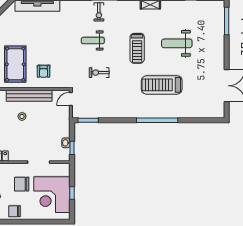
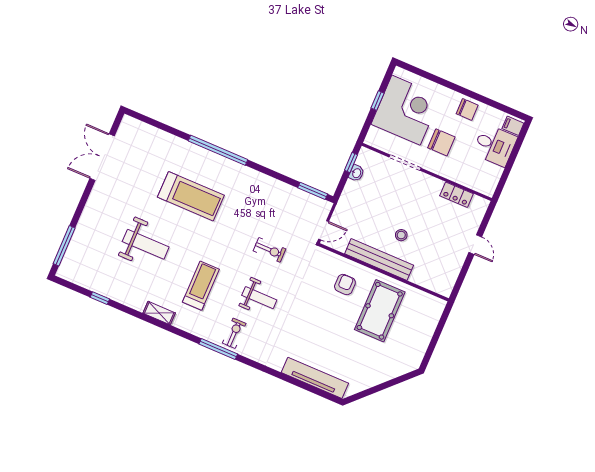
treadmill: (137, 48) -> (201, 286), moved

